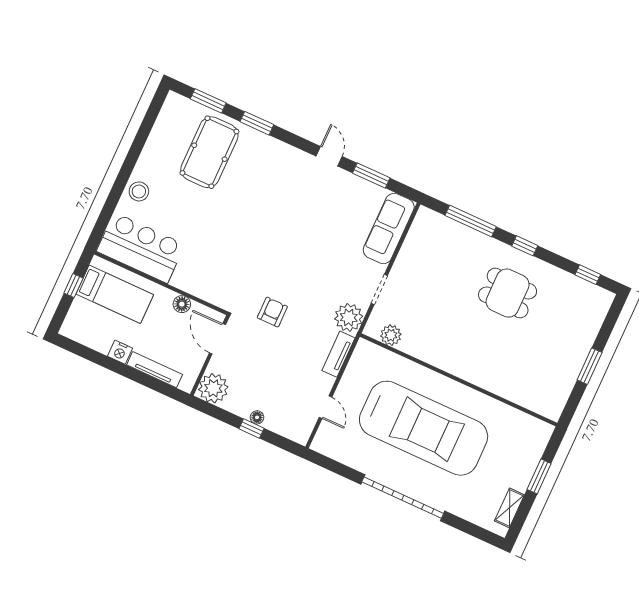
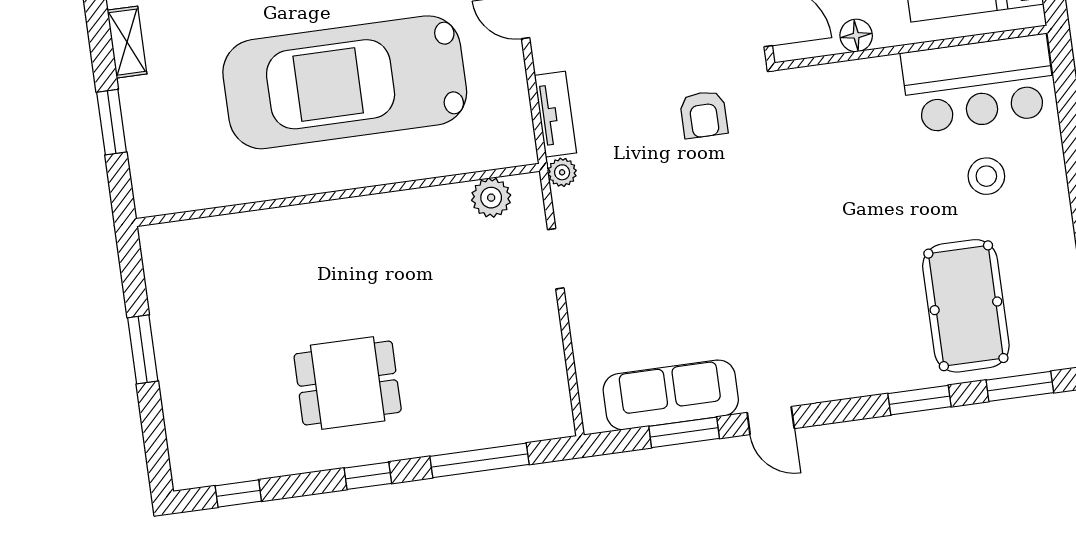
stool: (139, 191) -> (986, 176), moved
sofa: (389, 228) -> (671, 395), moved, turned -90
plant: (349, 318) -> (562, 172), width x0.53, depth x0.53

